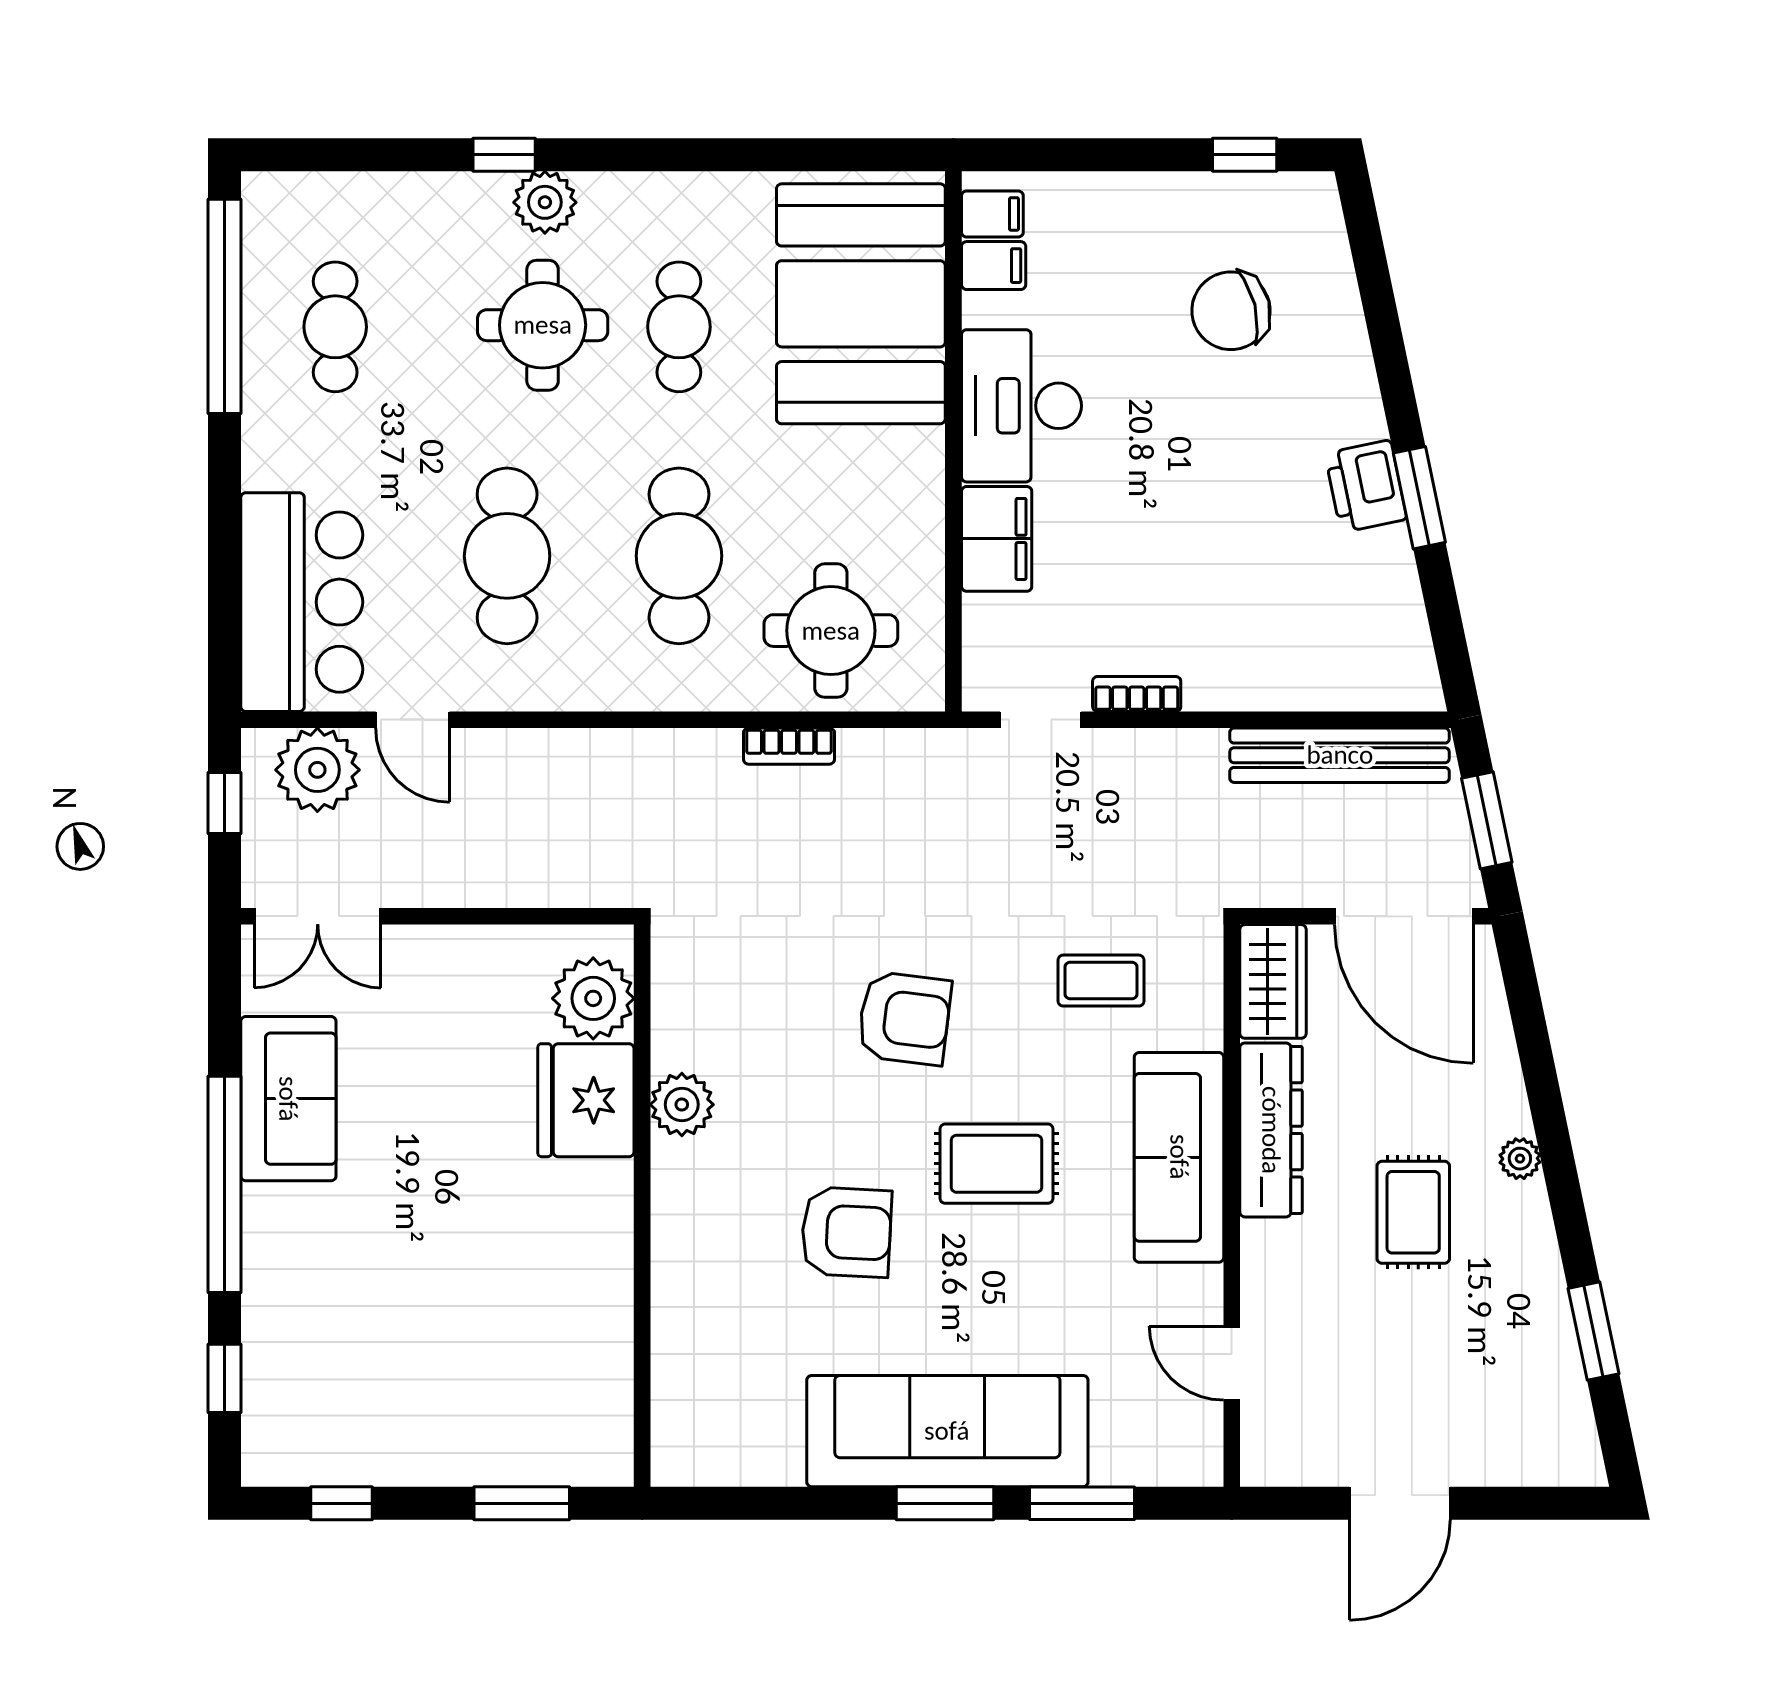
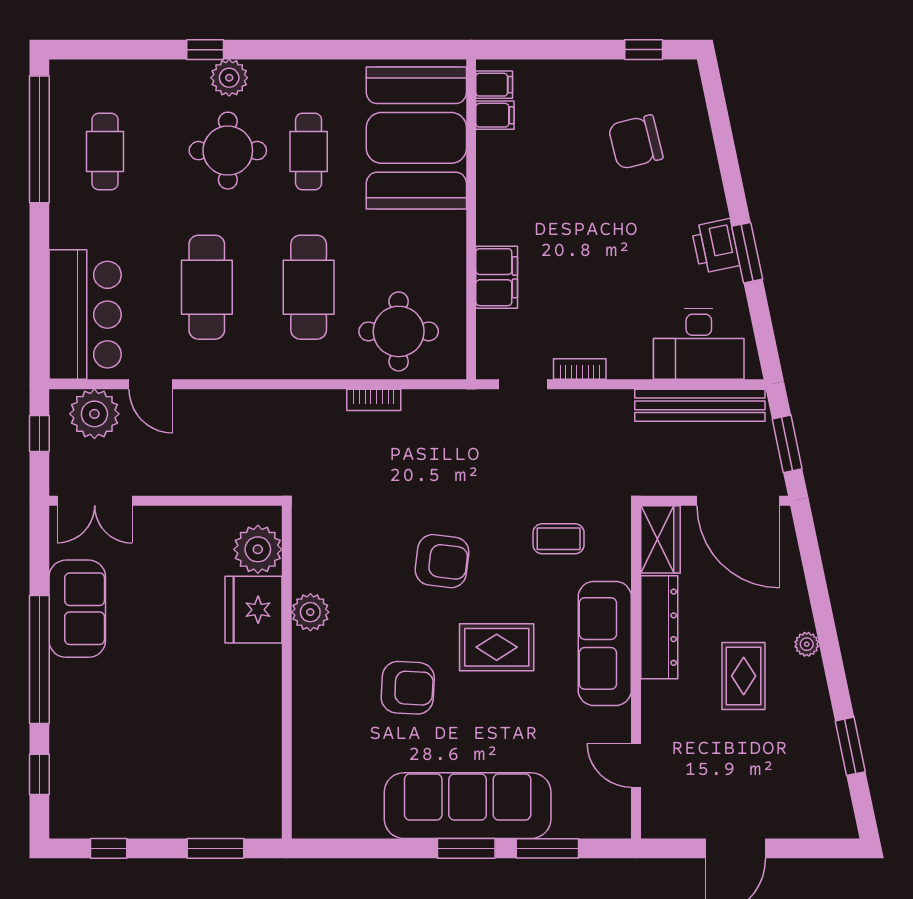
desk: (1021, 406) -> (699, 344), moved, turned -90

